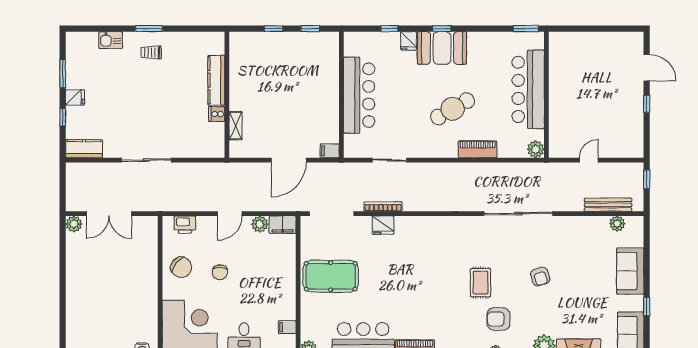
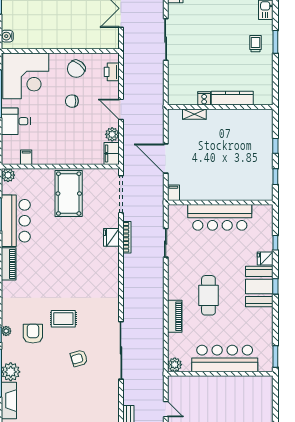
cafe table: (453, 109) -> (208, 295), turned 30
armchair: (540, 277) -> (79, 358), moved

